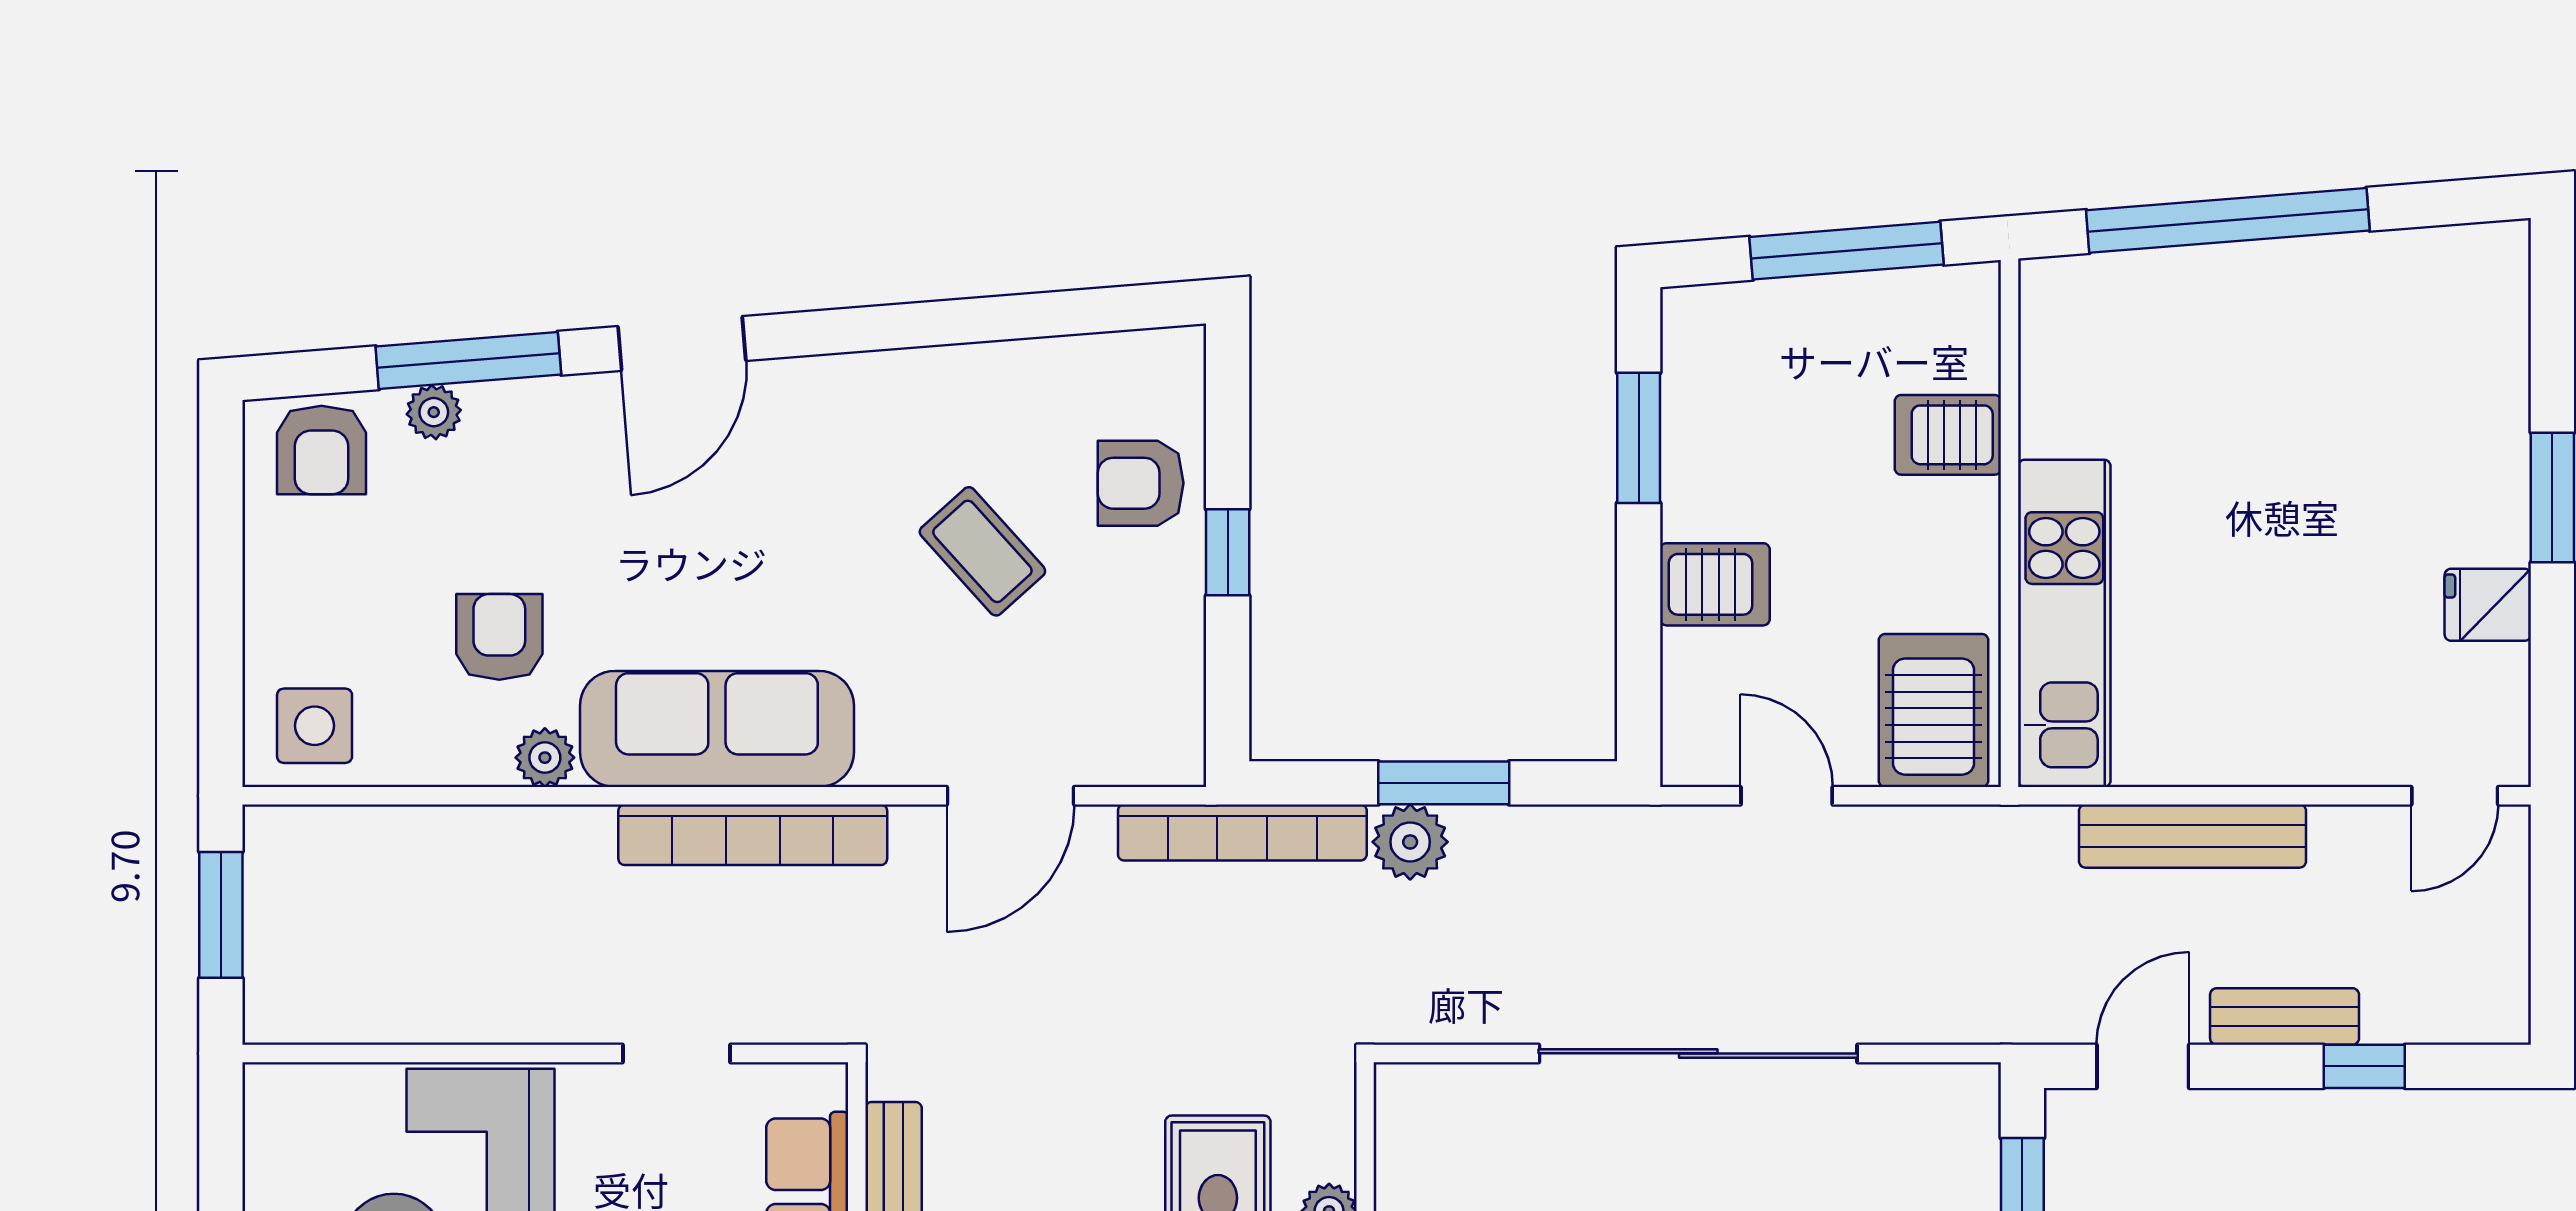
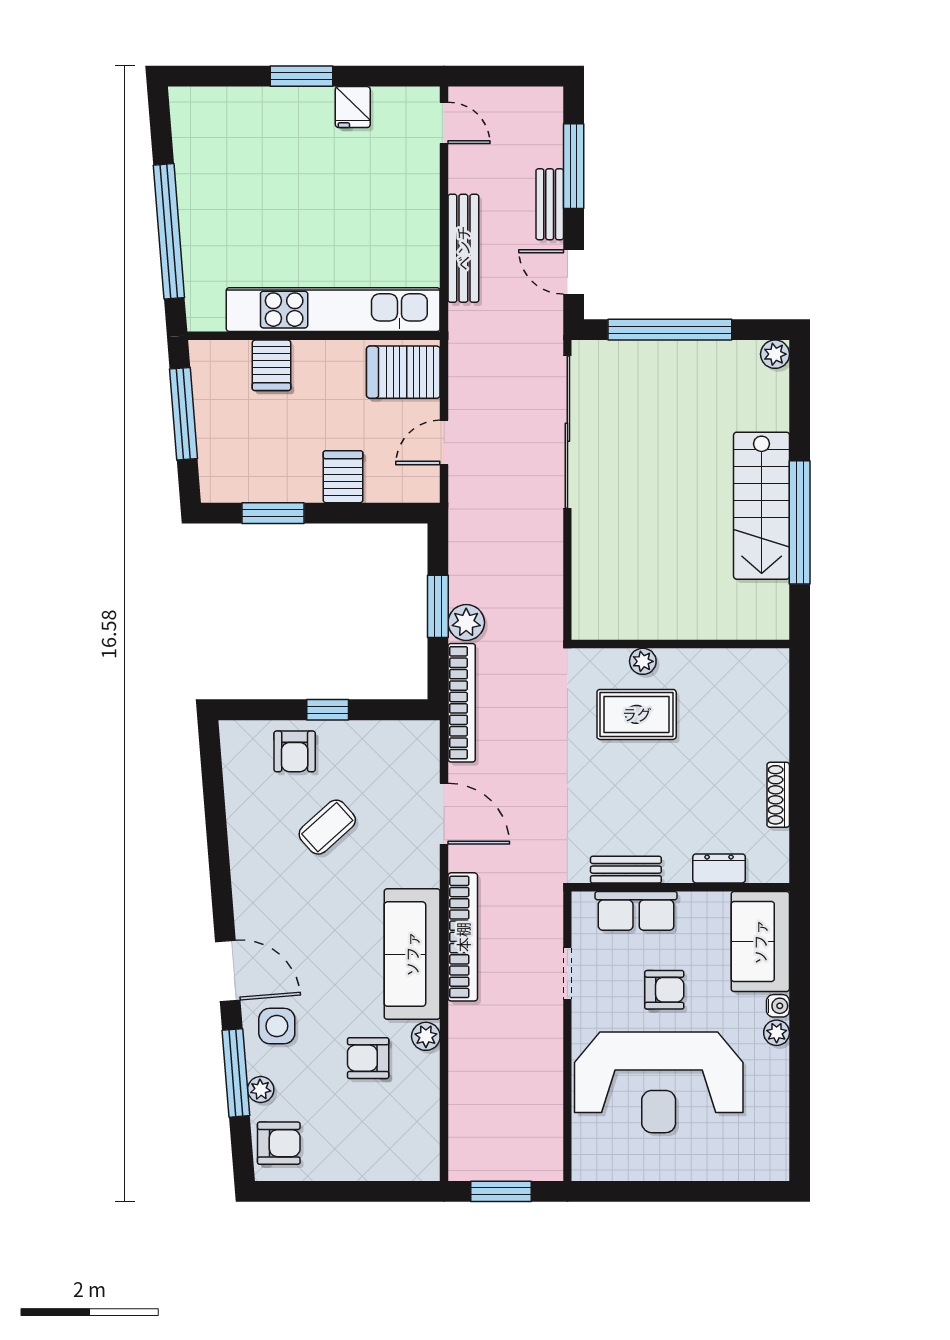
kitchen unit: (2064, 623) -> (333, 310), width x1.36
side table: (315, 726) -> (277, 1026), moved
sliding door: (1698, 1053) -> (567, 432), moved
window: (2364, 1066) -> (574, 166), width x2.17

